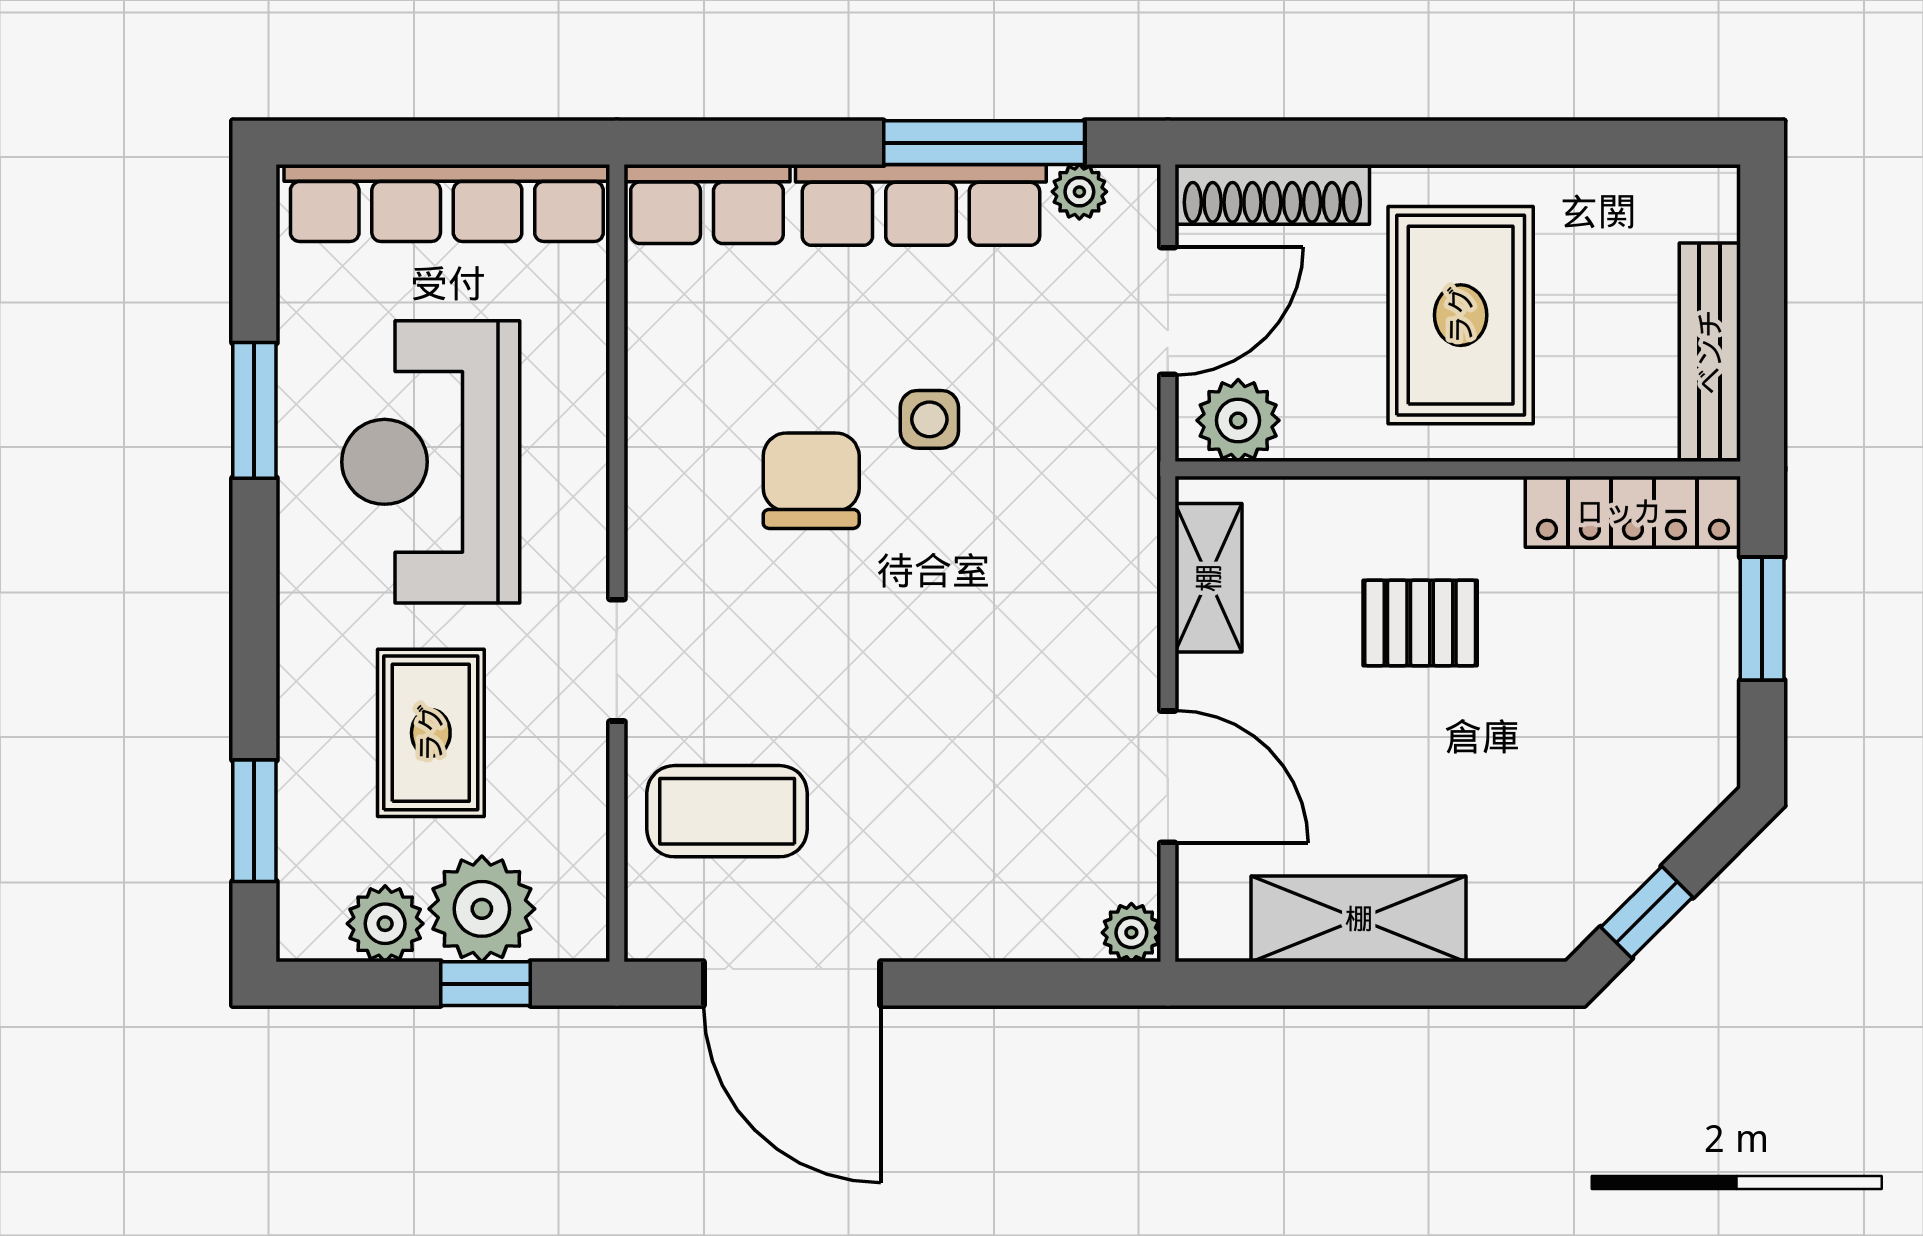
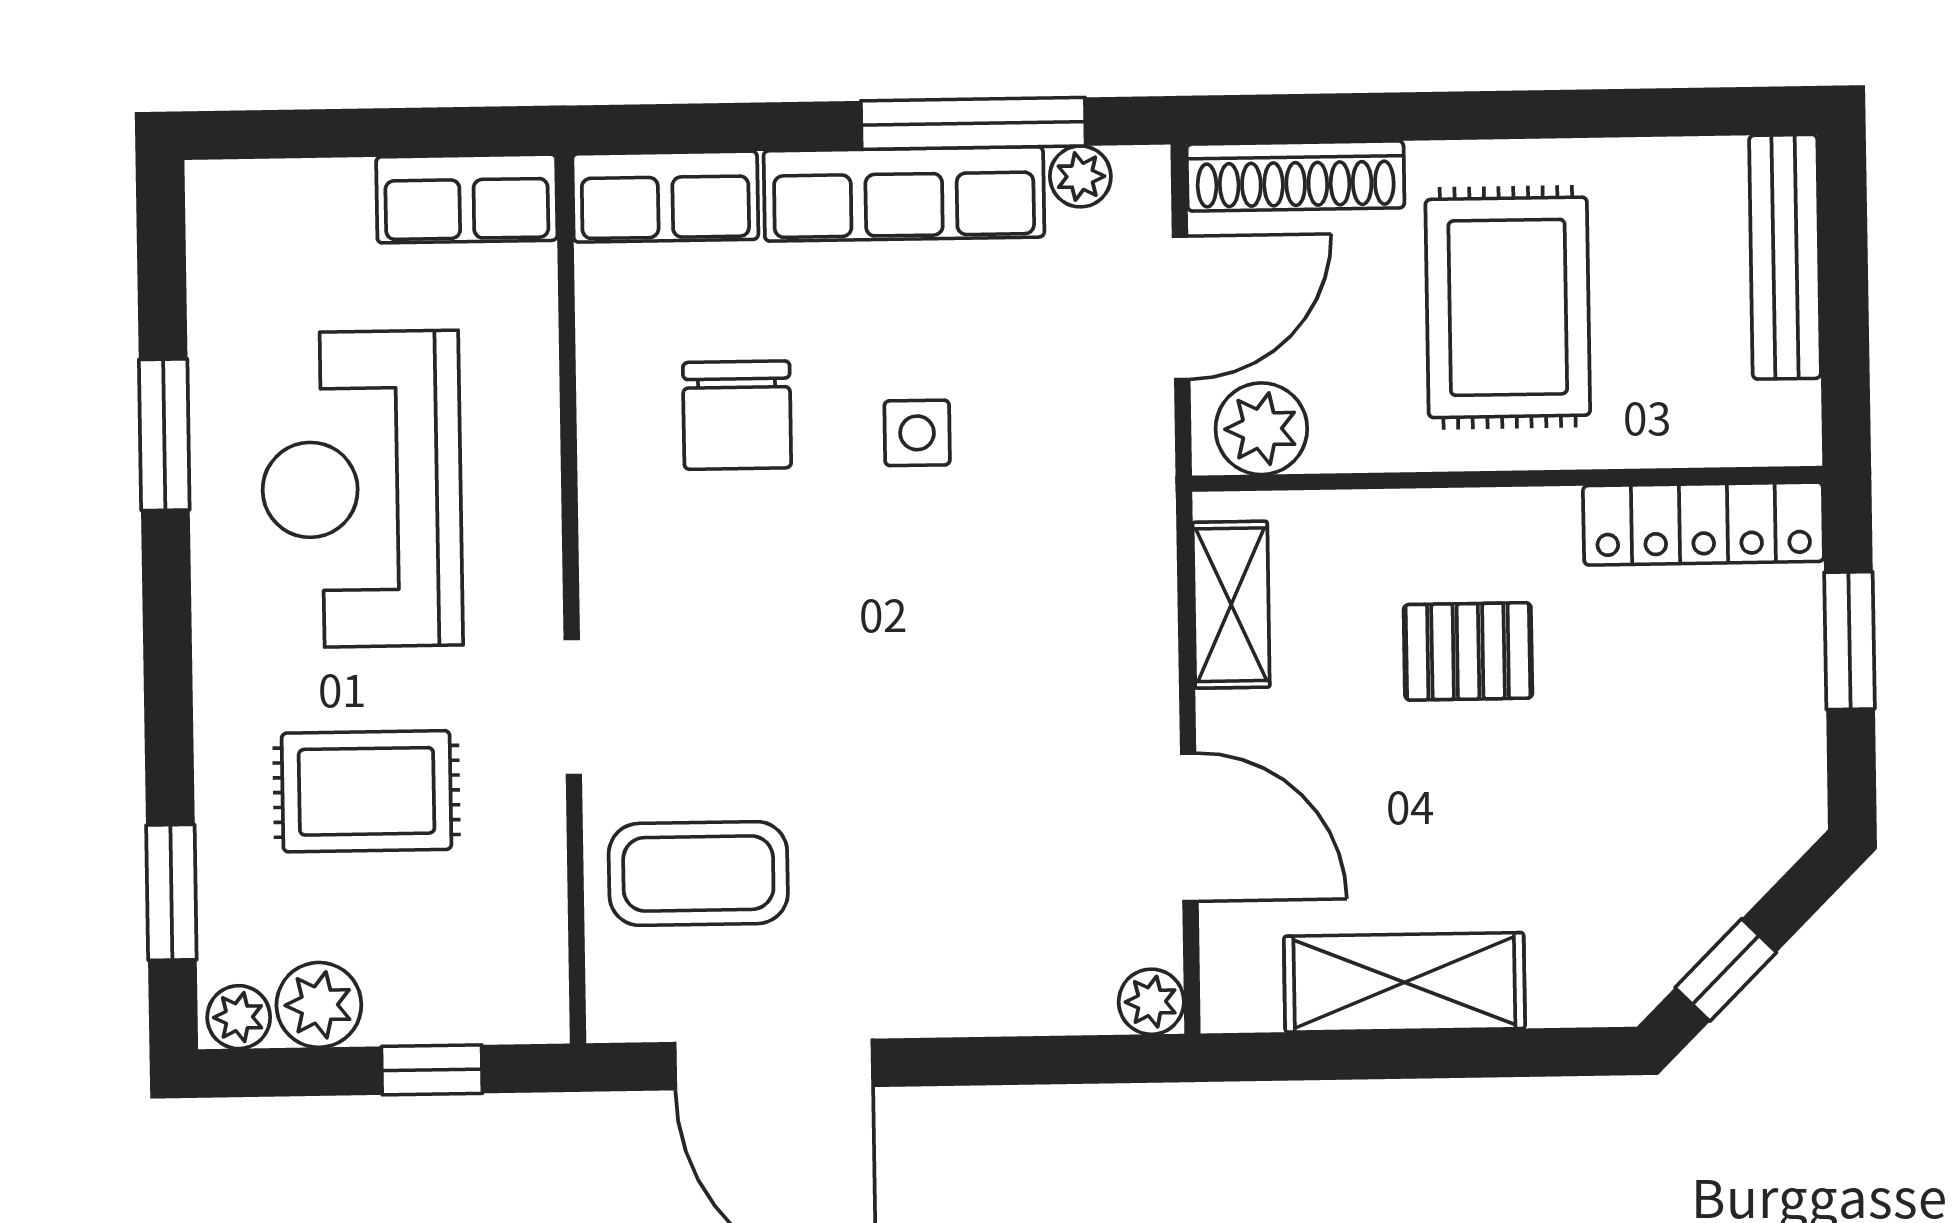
row of seats: (447, 203) -> (467, 199), width x0.50
bench: (1710, 352) -> (1785, 257), moved
chair: (811, 481) -> (737, 415), moved, turned 180
rug: (431, 733) -> (367, 791), turned 90
plant: (482, 909) -> (239, 1017), moved, width x0.53, depth x0.53

